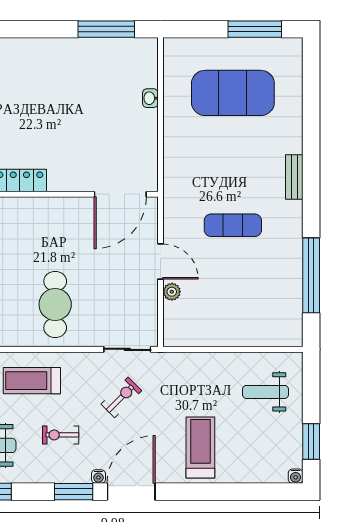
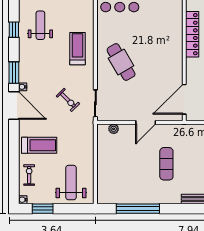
door: (120, 194) -> (184, 99), hinge flipped
plant: (172, 292) -> (114, 129), moved
cafe table: (55, 304) -> (121, 62), turned 60
weight bench: (266, 392) -> (71, 183), width x1.36, depth x1.33
exercise bike: (61, 435) -> (29, 175), moved

